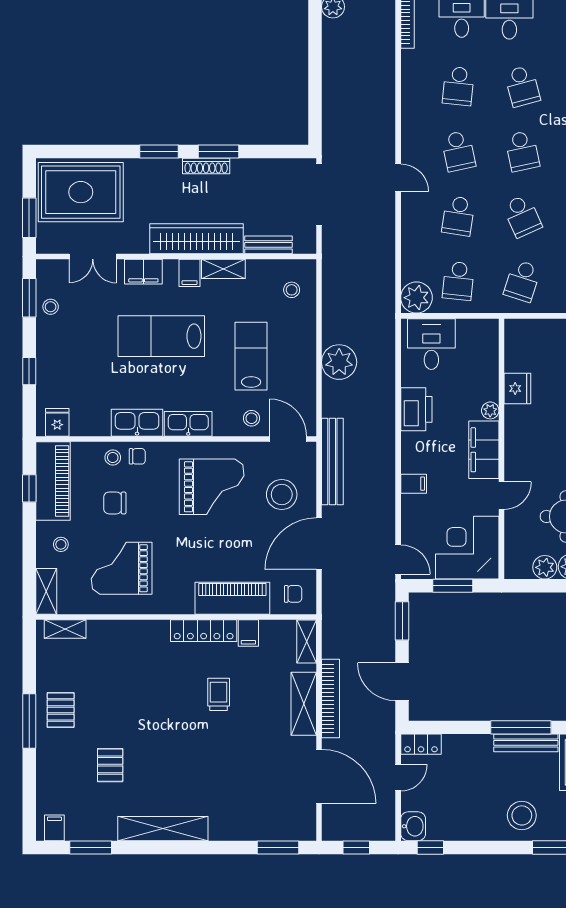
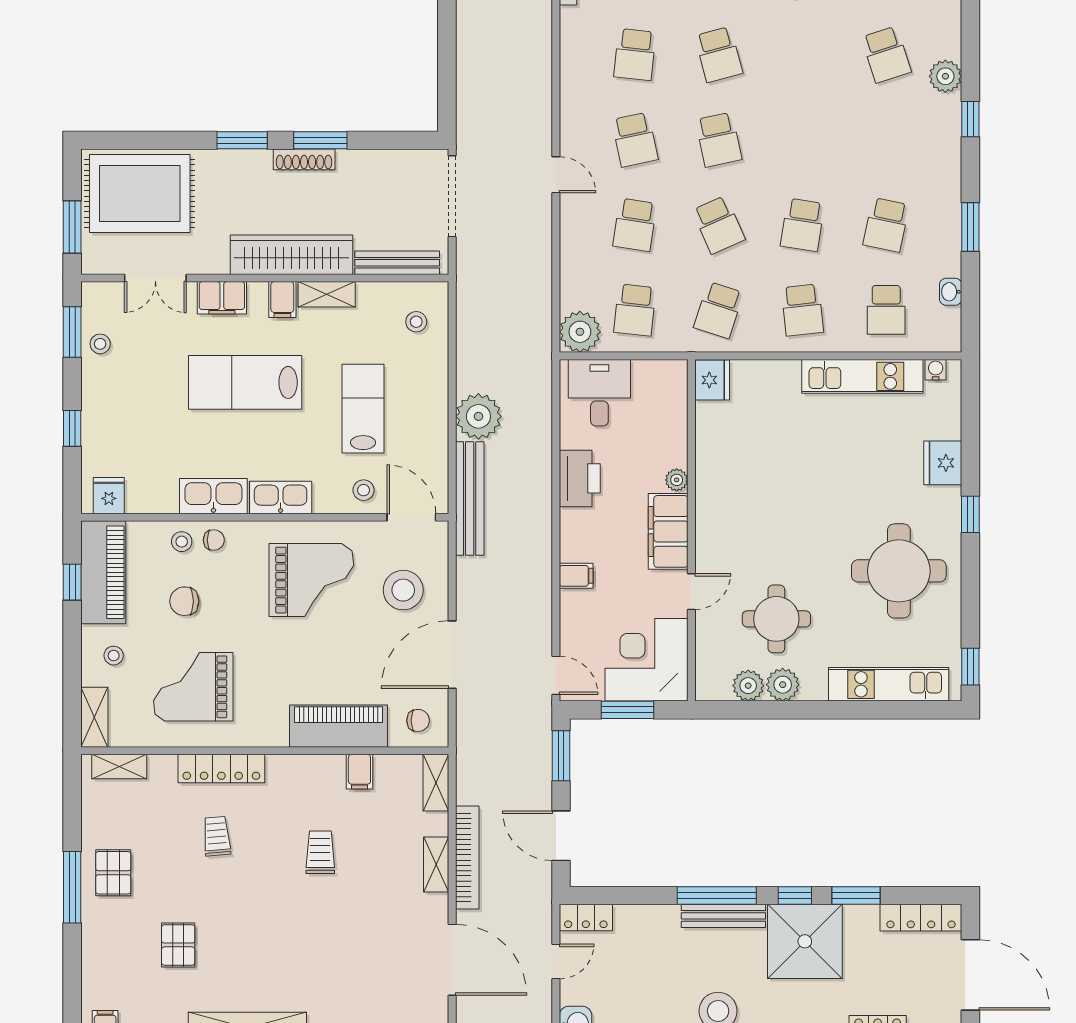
bench: (268, 245) -> (397, 263), width x1.36
fridge: (517, 388) -> (712, 380), moved
bench: (332, 461) -> (470, 499), moved
locker: (204, 631) -> (221, 769), moved
trolley: (140, 682) -> (217, 836), added
shelving: (304, 704) -> (436, 865), width x0.67, depth x0.75

